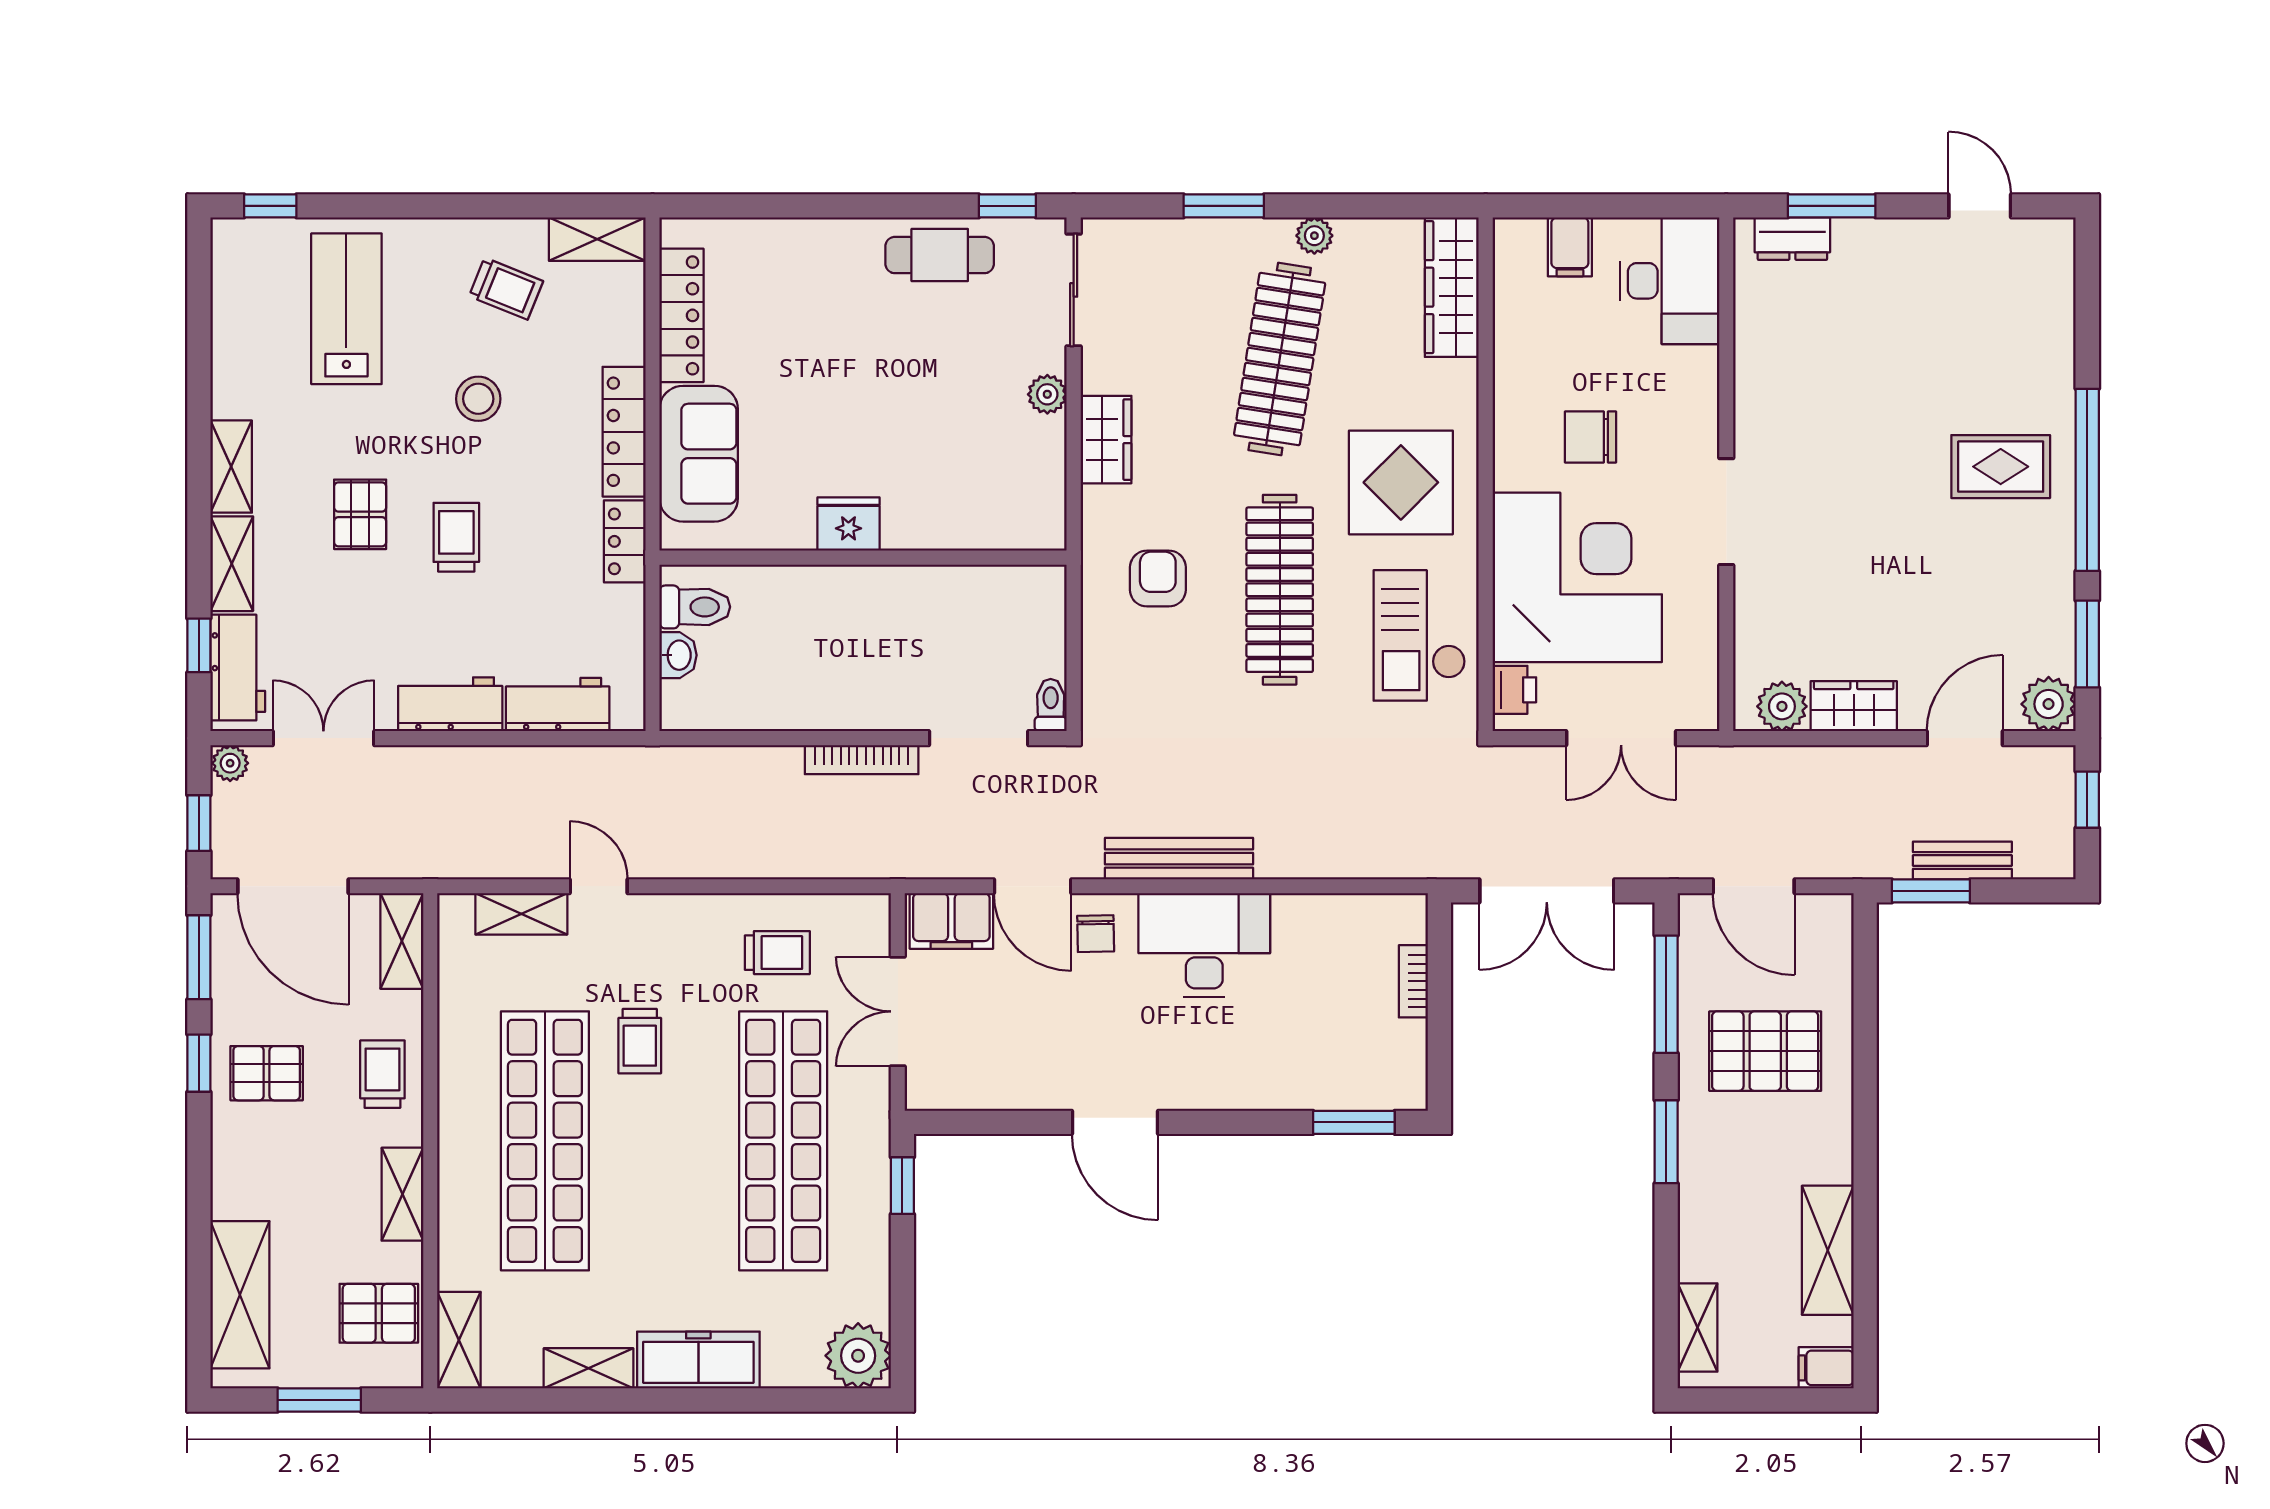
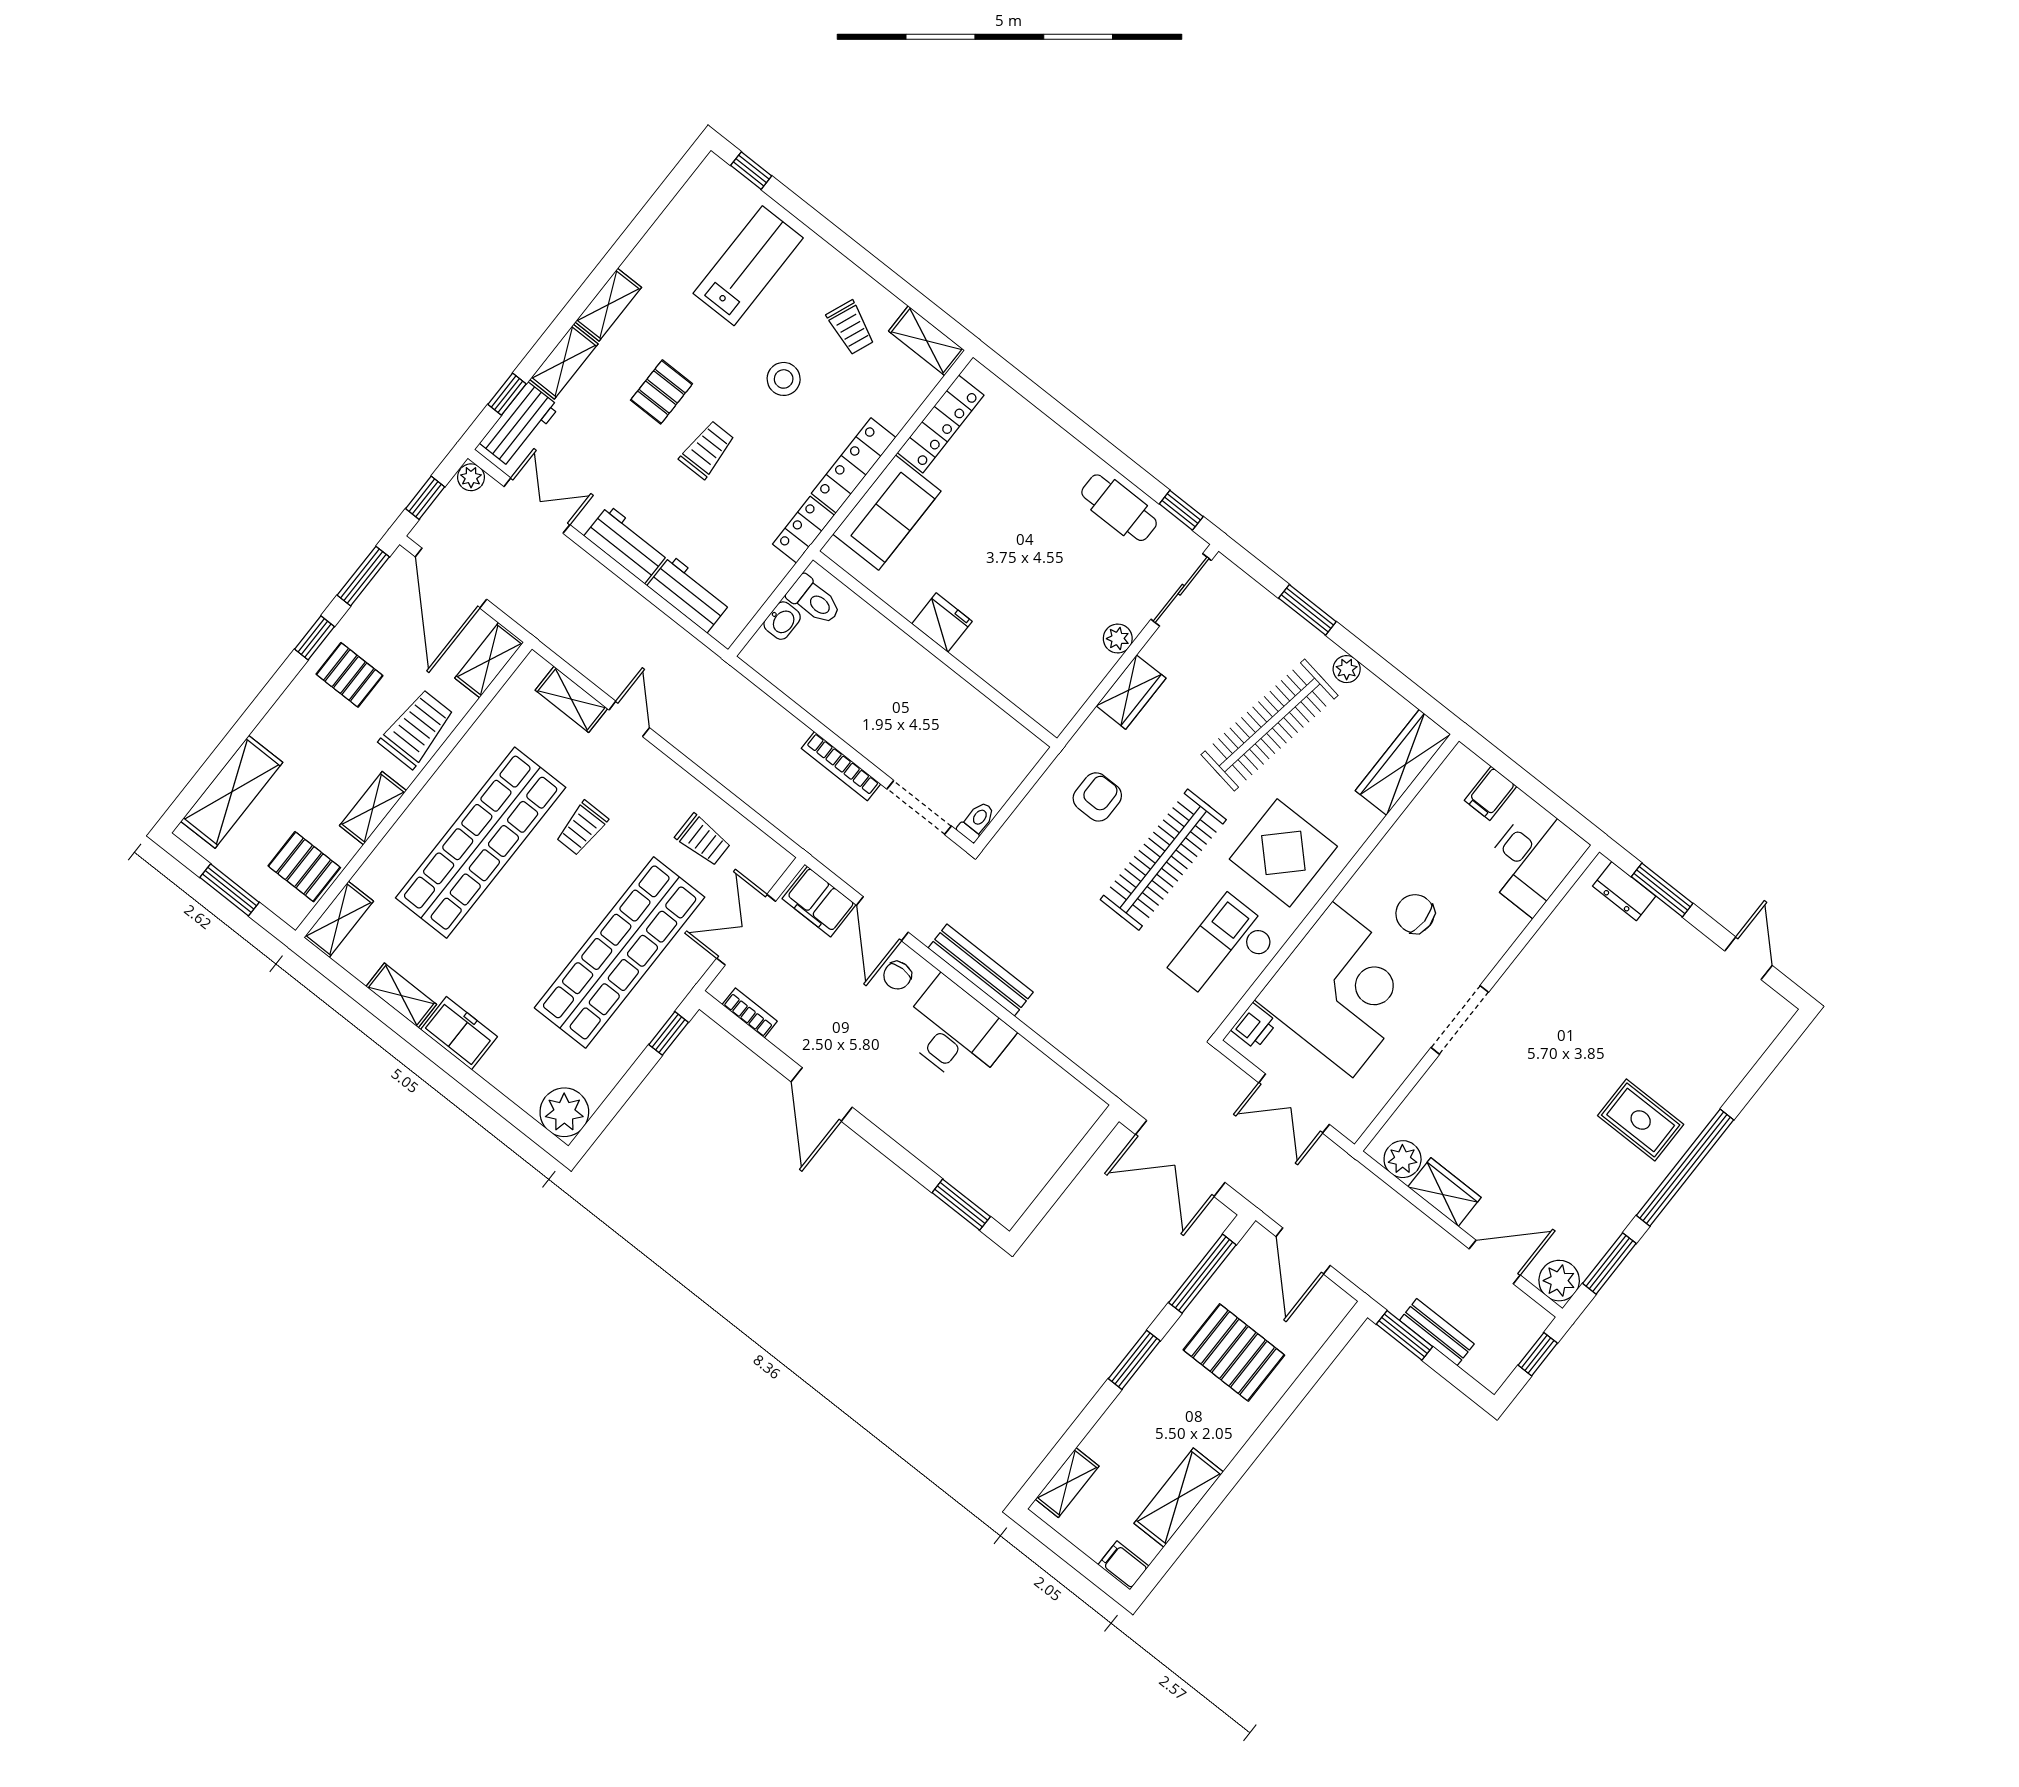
bookcase: (1413, 981) -> (750, 1013), moved, turned 90
trolley: (382, 1074) -> (417, 729), width x1.36, depth x1.39
freezer: (698, 1360) -> (459, 1033), width x0.71

